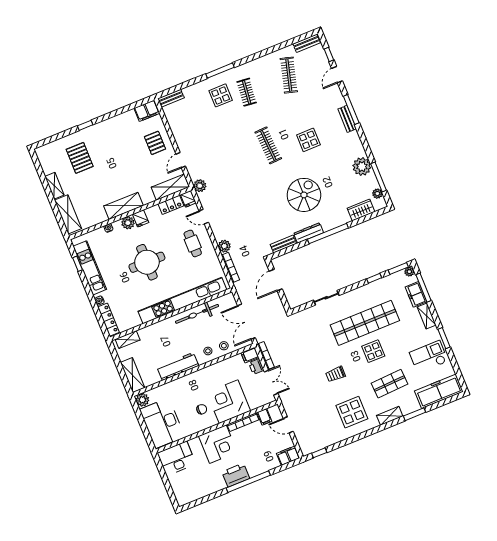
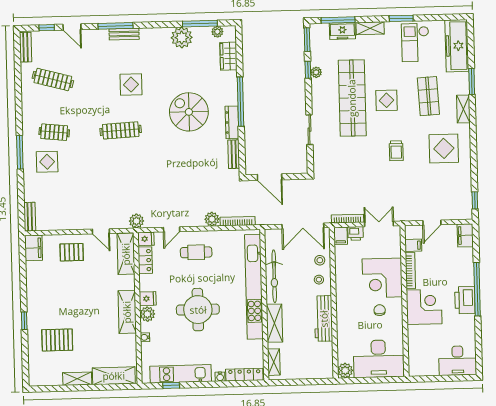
plant: (409, 272) -> (316, 72), moved
shelving: (132, 375) -> (274, 323), moved, turned 90
desk: (176, 458) -> (458, 361), moved, turned -90

